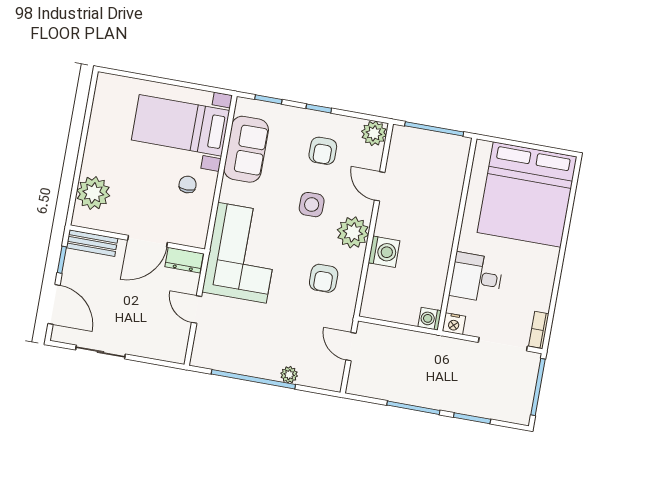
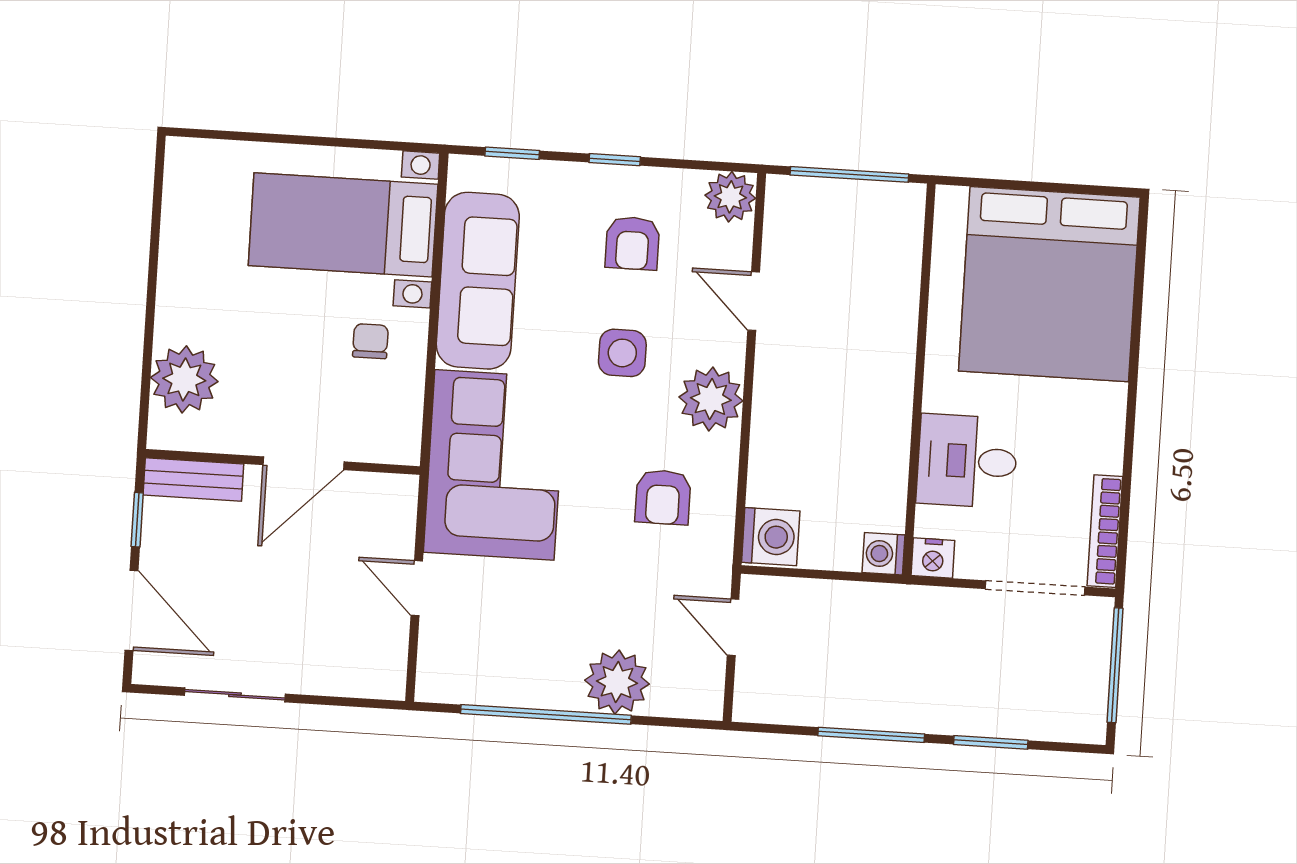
sofa: (246, 149) -> (478, 281), width x1.36
washing machine: (384, 252) -> (771, 537), moved
dresser: (184, 260) -> (381, 493), removed
bookcase: (539, 330) -> (1105, 531), width x1.56
plant: (289, 375) -> (617, 682), width x1.88, depth x1.88

